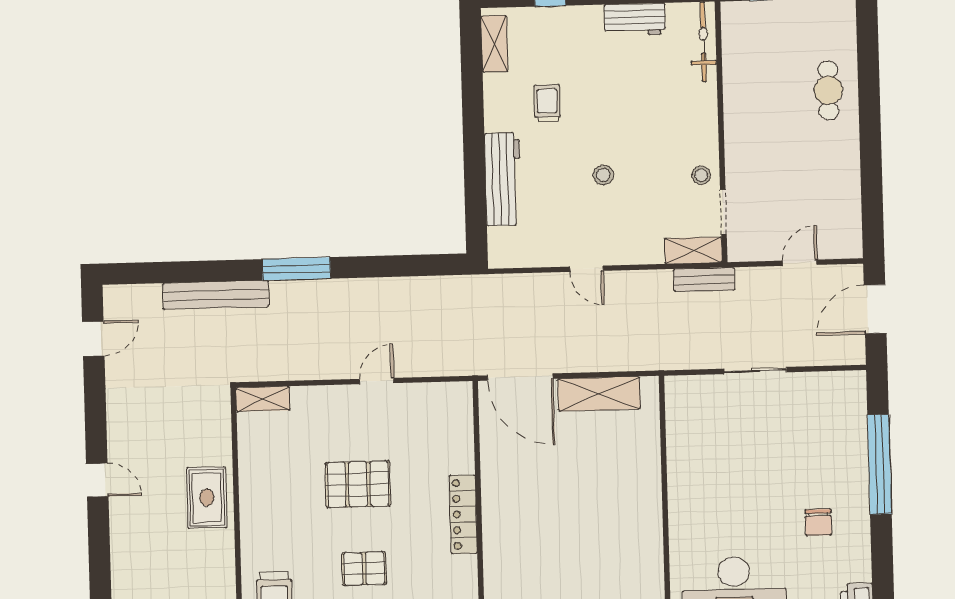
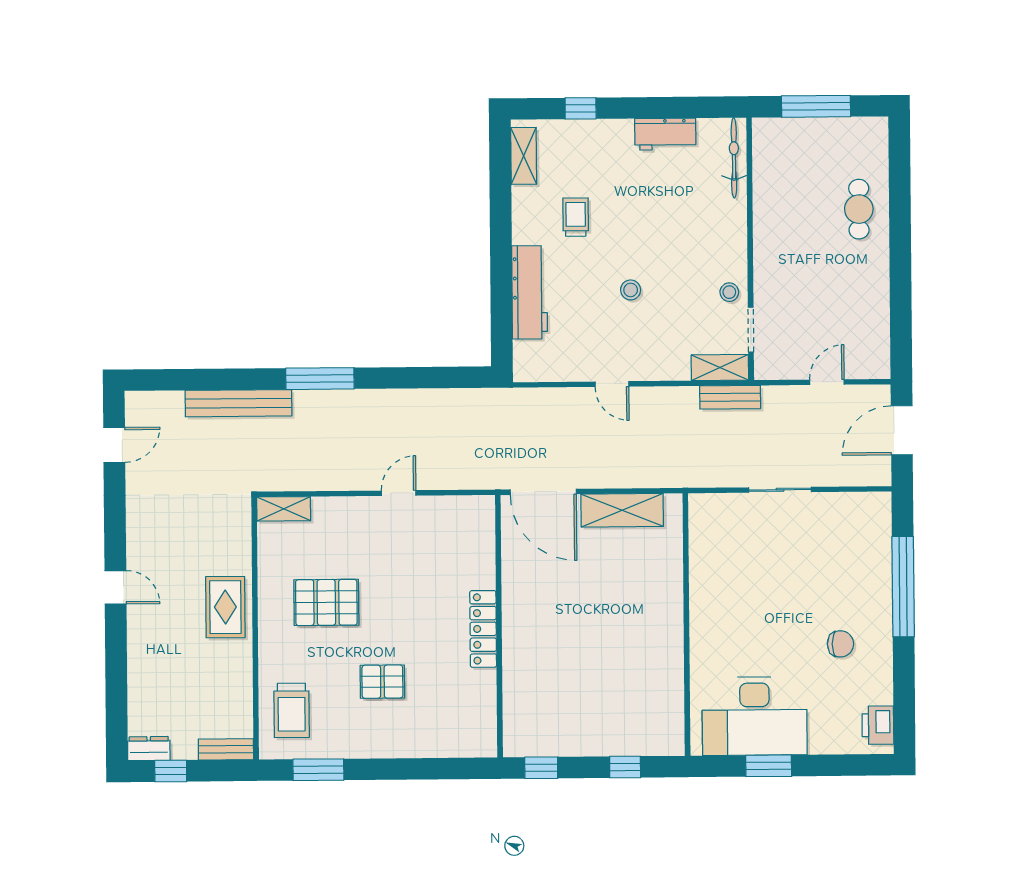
pallet: (358, 484) -> (326, 602), moved
chair: (818, 522) -> (840, 644), turned -90

